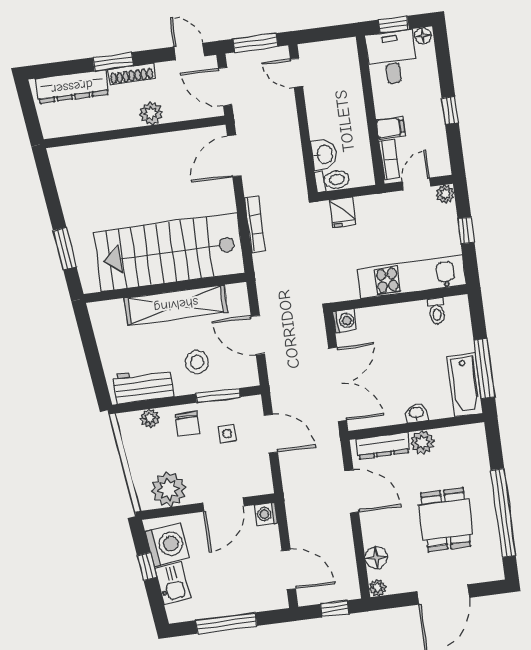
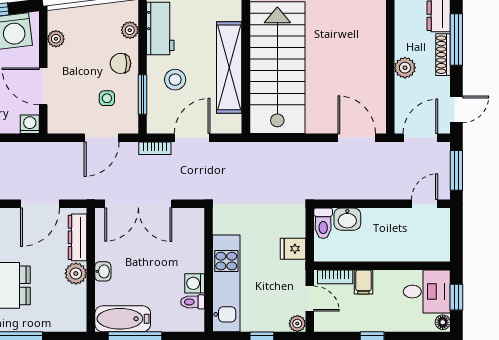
window: (113, 61) -> (456, 40), width x1.44
fridge: (343, 212) -> (293, 249), moved
bookcase: (255, 224) -> (155, 148), moved, width x0.64
washing machine: (345, 321) -> (195, 283), moved, turned 90
plant: (169, 490) -> (56, 39), width x0.53, depth x0.53

